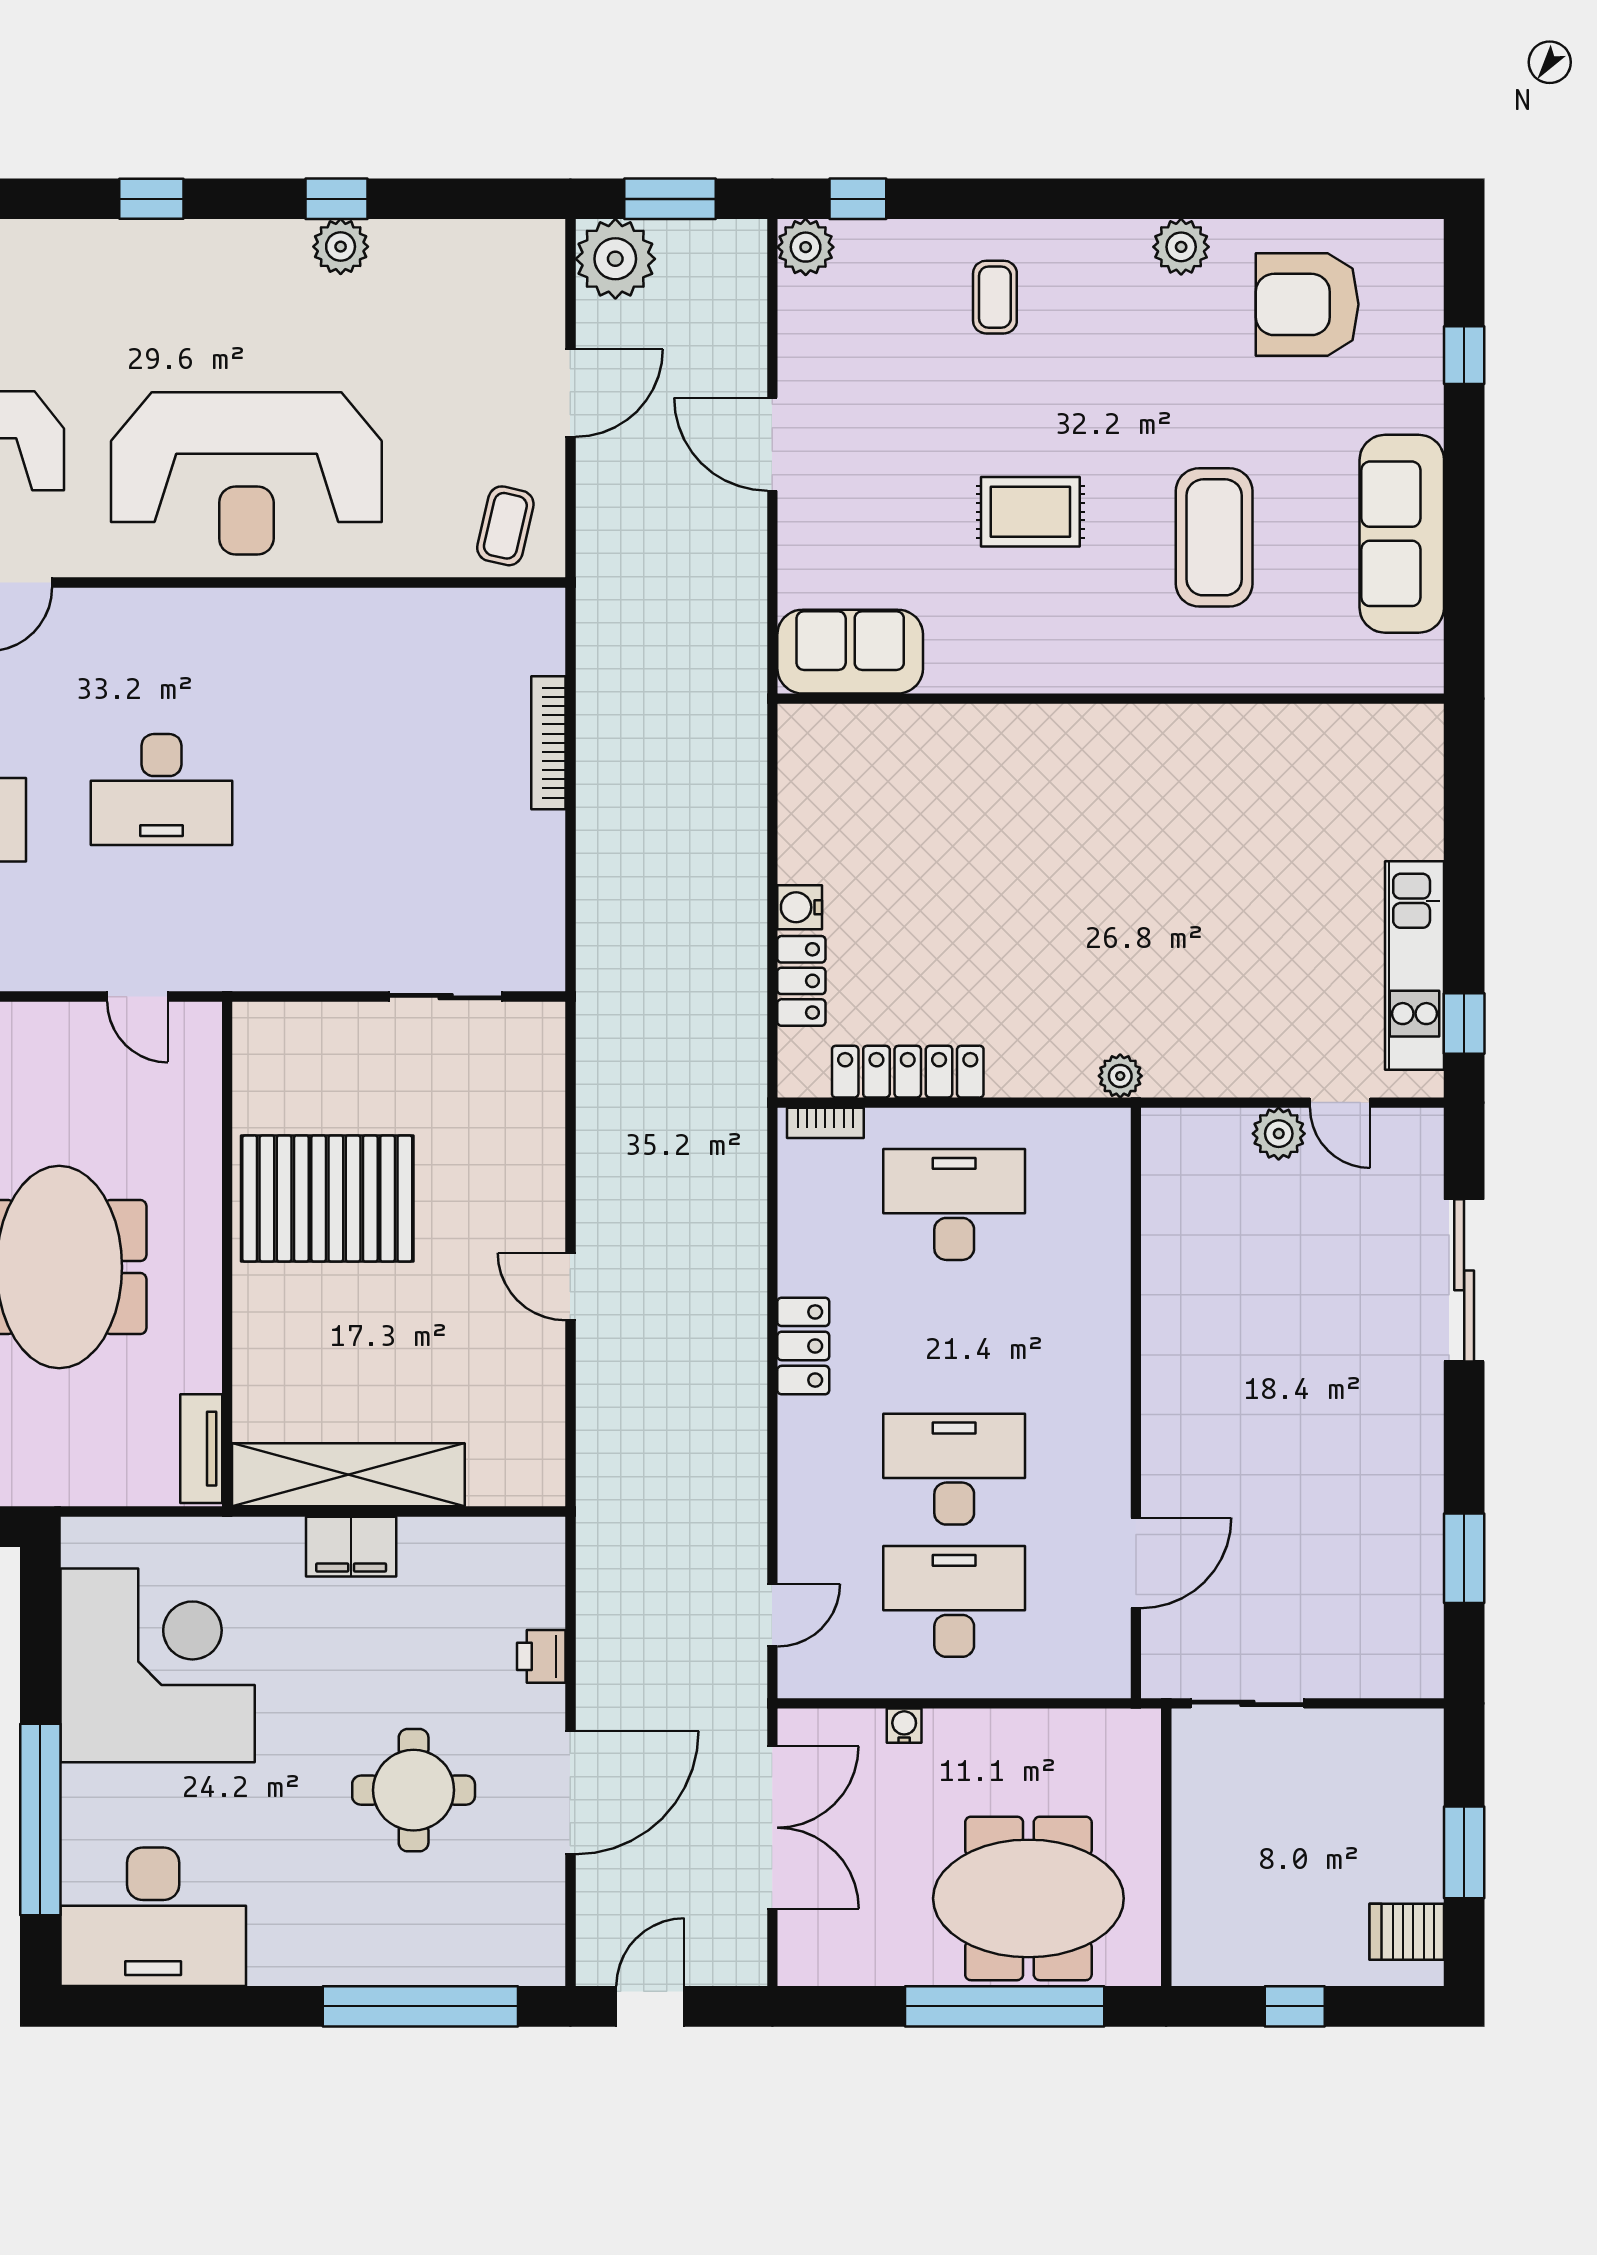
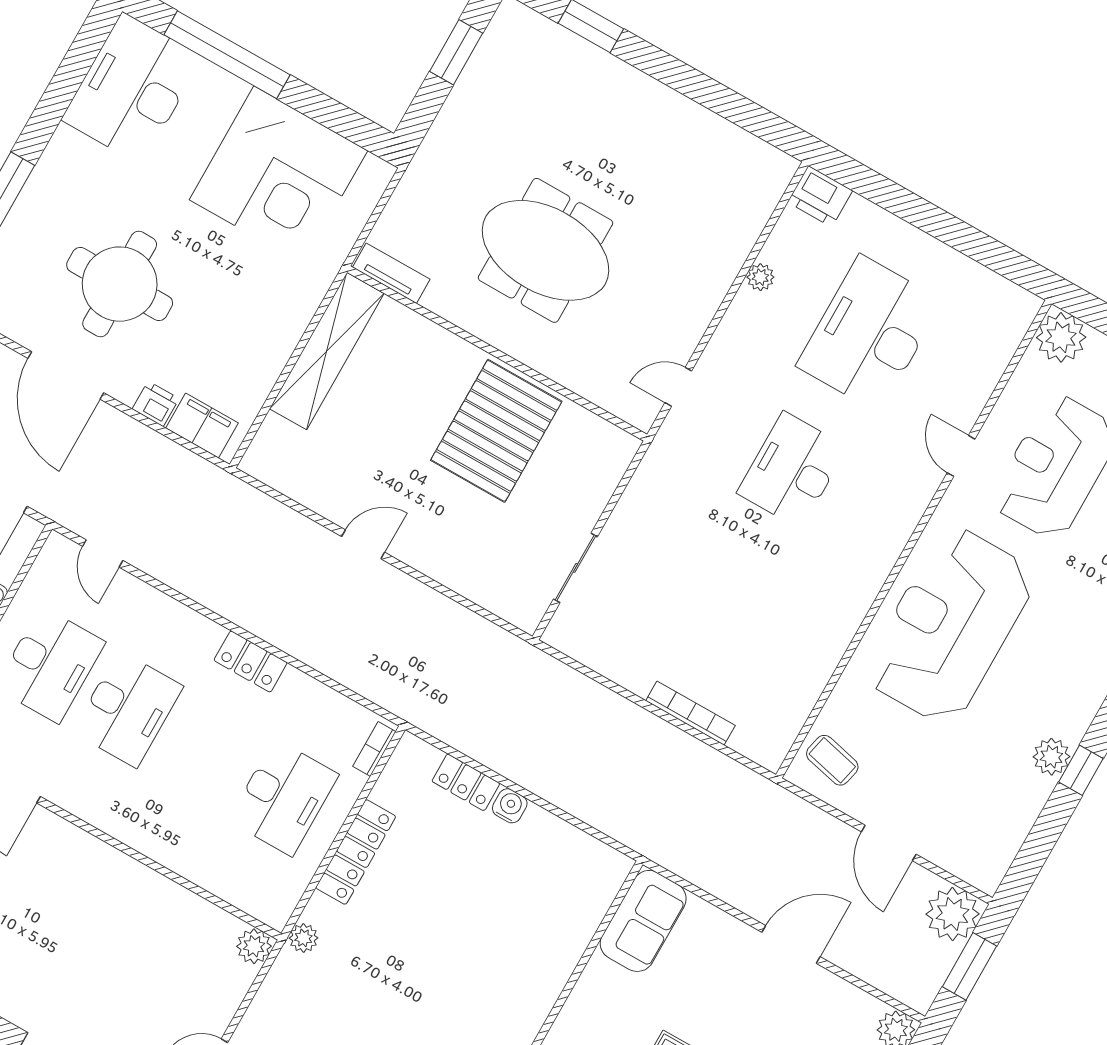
locker: (908, 1072) -> (356, 852), moved
plant: (1279, 1134) -> (254, 946), moved
filing cabinet: (351, 1547) -> (202, 426), moved, turned 90
round table: (414, 1790) -> (120, 284), width x1.36, depth x1.36

